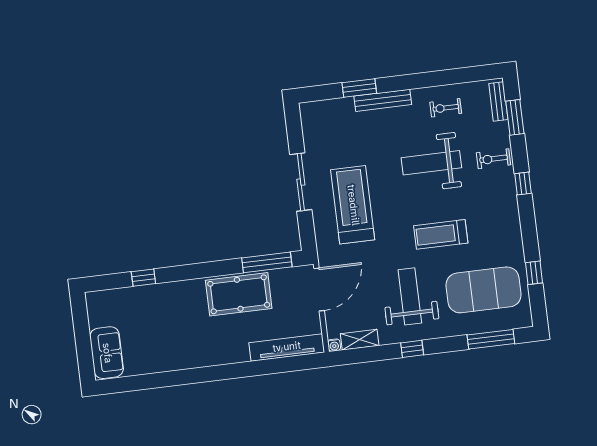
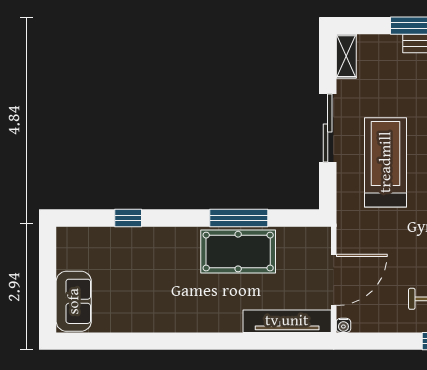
window: (267, 262) -> (239, 218), moved
door: (319, 289) -> (334, 280), moved
shelving: (360, 340) -> (346, 56), moved, turned 90

